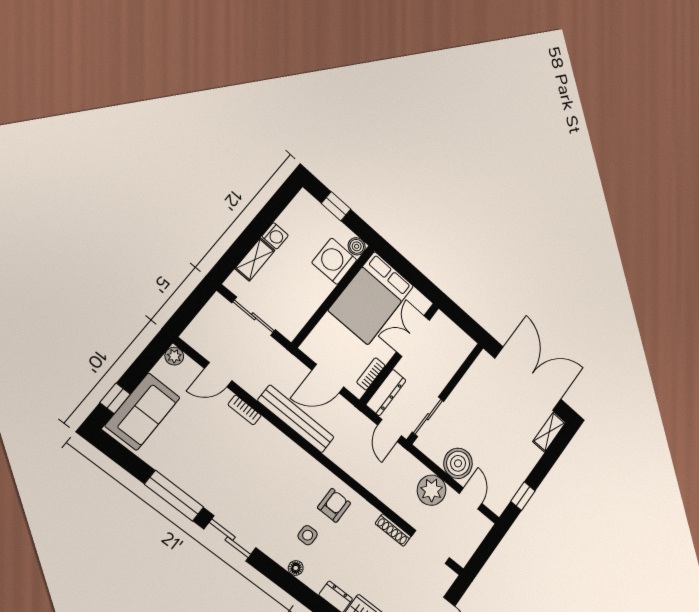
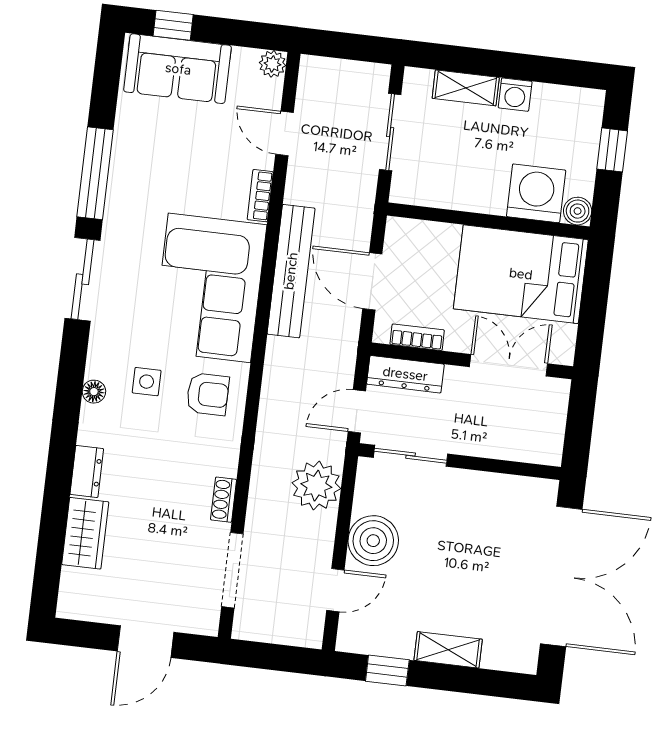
shelving: (549, 432) -> (448, 650), moved
corner sofa: (278, 470) -> (209, 288), added
plant: (432, 490) -> (316, 486), moved
shoe rack: (393, 530) -> (224, 500), width x0.70

